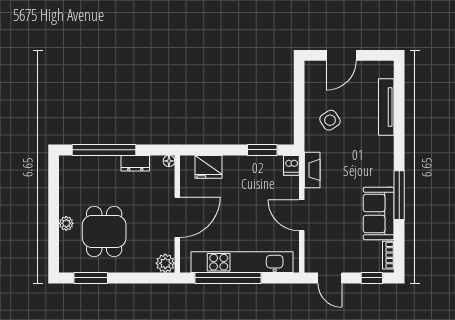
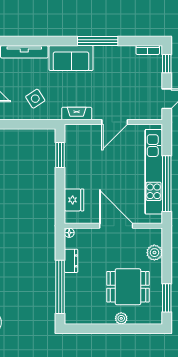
dishwasher: (291, 165) -> (73, 131), removed
sofa: (379, 214) -> (71, 58), moved
plant: (165, 263) -> (154, 253), moved

